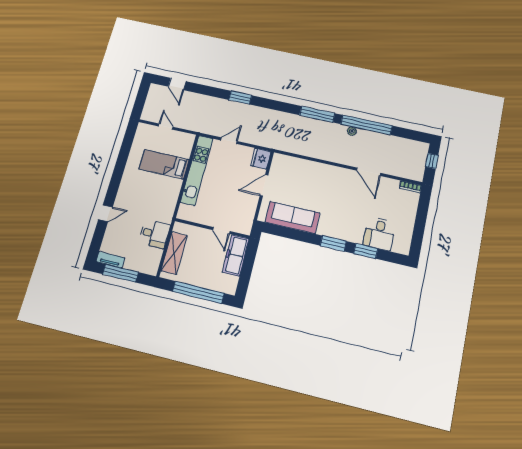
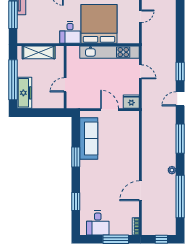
door: (177, 84) -> (180, 99), moved
window: (366, 125) -> (180, 197), moved
bed: (164, 164) -> (99, 24), width x2.04
window: (422, 214) -> (116, 239), added
desk: (154, 234) -> (70, 33), moved
desk: (379, 234) -> (98, 223), moved, turned -90
window: (333, 243) -> (76, 157), moved
freezer: (236, 255) -> (24, 93), moved, turned 90

